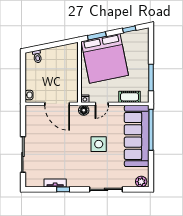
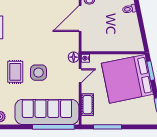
door: (57, 104) -> (80, 19), moved
door: (102, 104) -> (80, 76), swing flipped
rug: (98, 167) -> (15, 72), added

